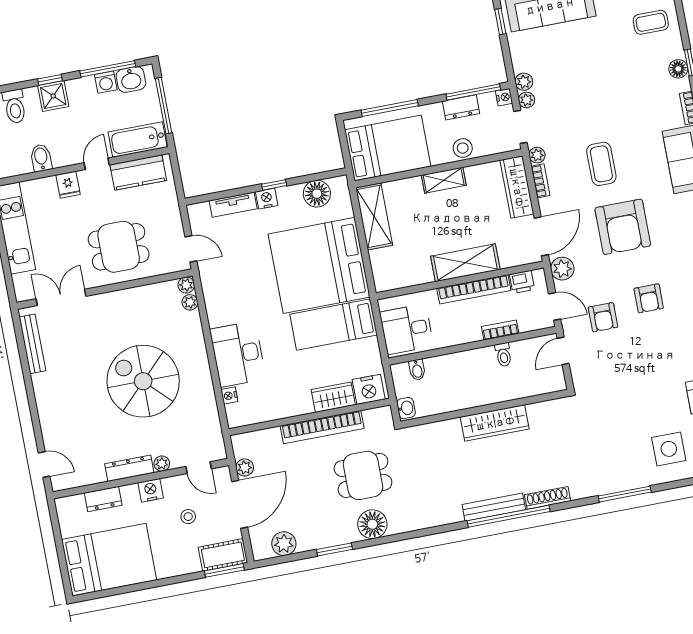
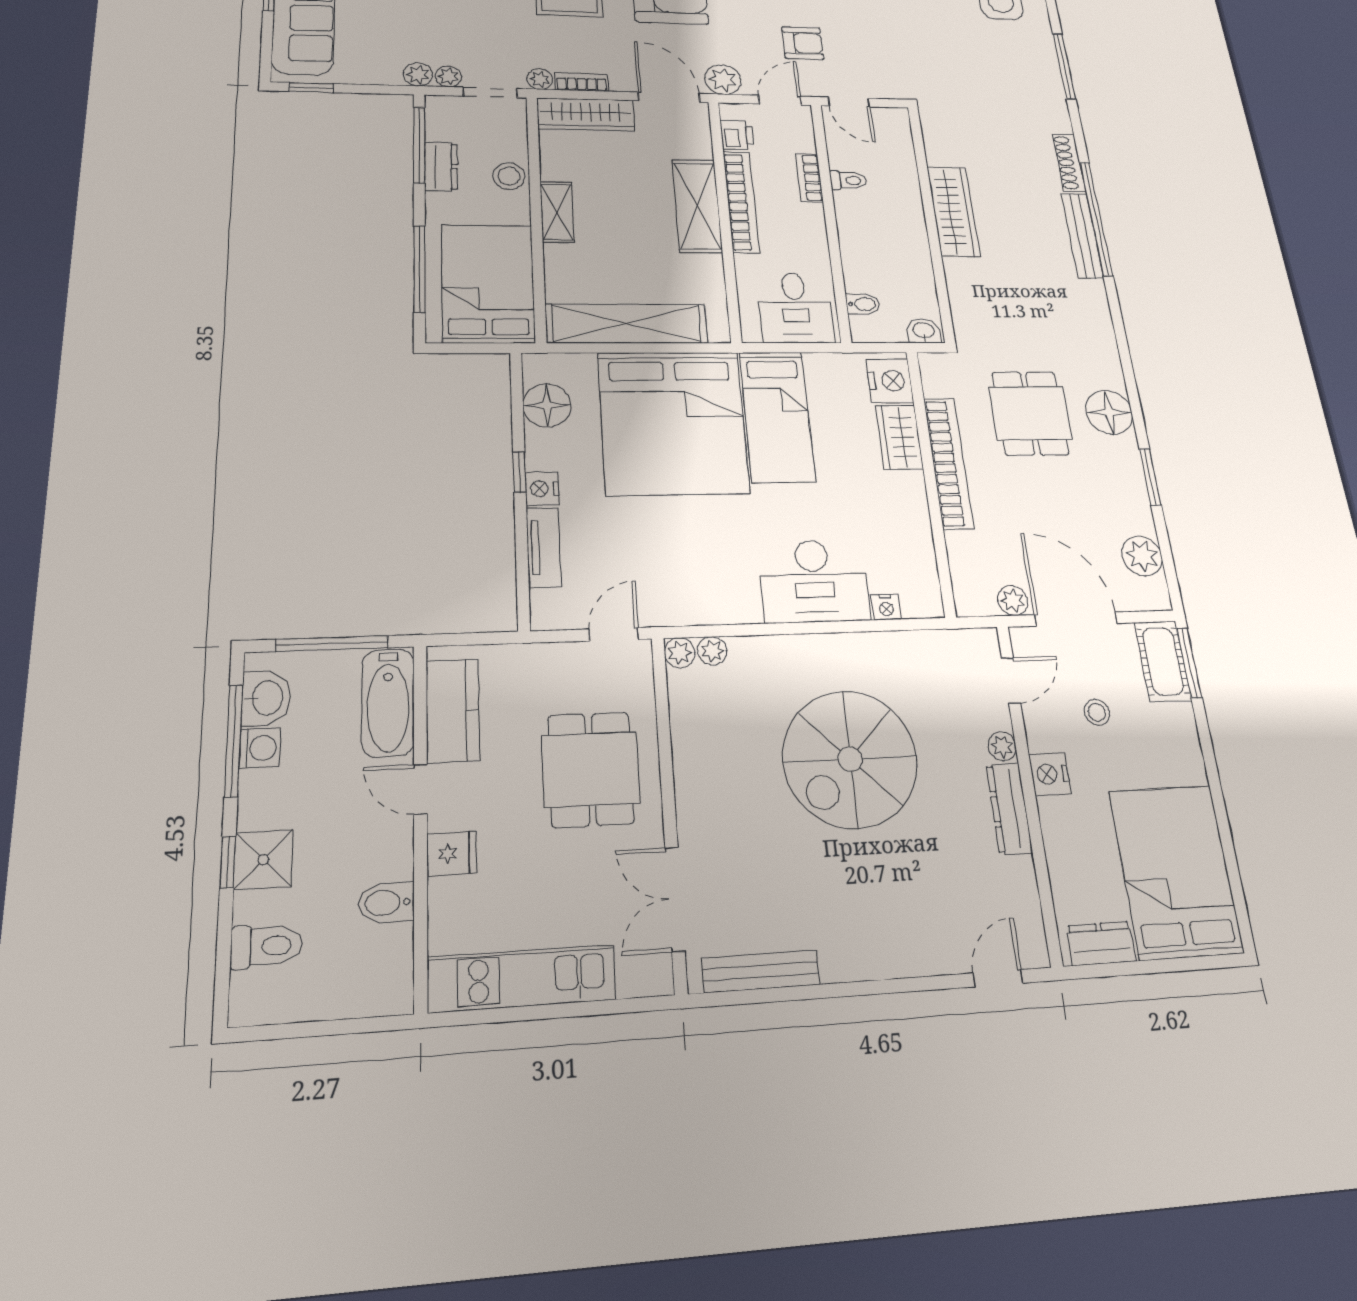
nightstand: (504, 97) -> (437, 105), removed
shelving: (374, 216) -> (627, 324), width x1.47
dresser: (103, 499) -> (1101, 944), moved, turned -90

